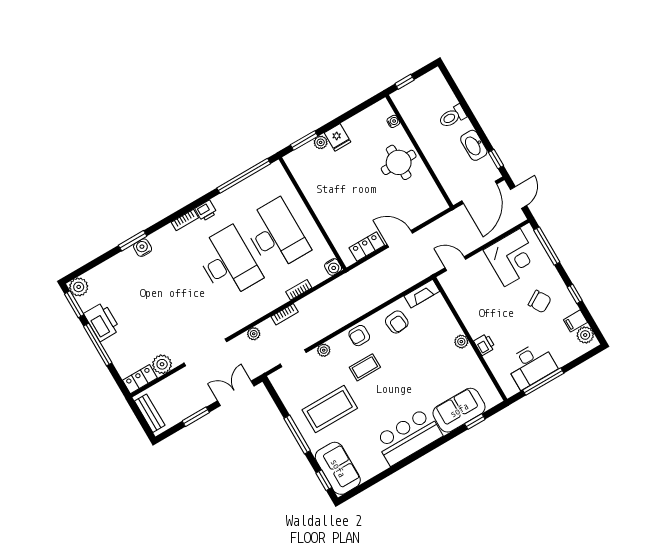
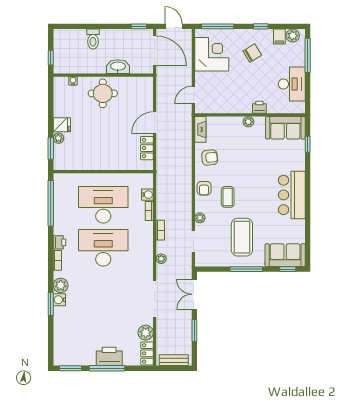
washbasin: (474, 145) -> (118, 67), moved, turned 180
water cooler: (333, 267) -> (147, 195), moved
plant: (79, 287) -> (61, 285), moved
printer: (102, 322) -> (109, 356), moved
window: (543, 382) -> (308, 55), moved
sofa: (459, 410) -> (285, 128), moved, turned -90

